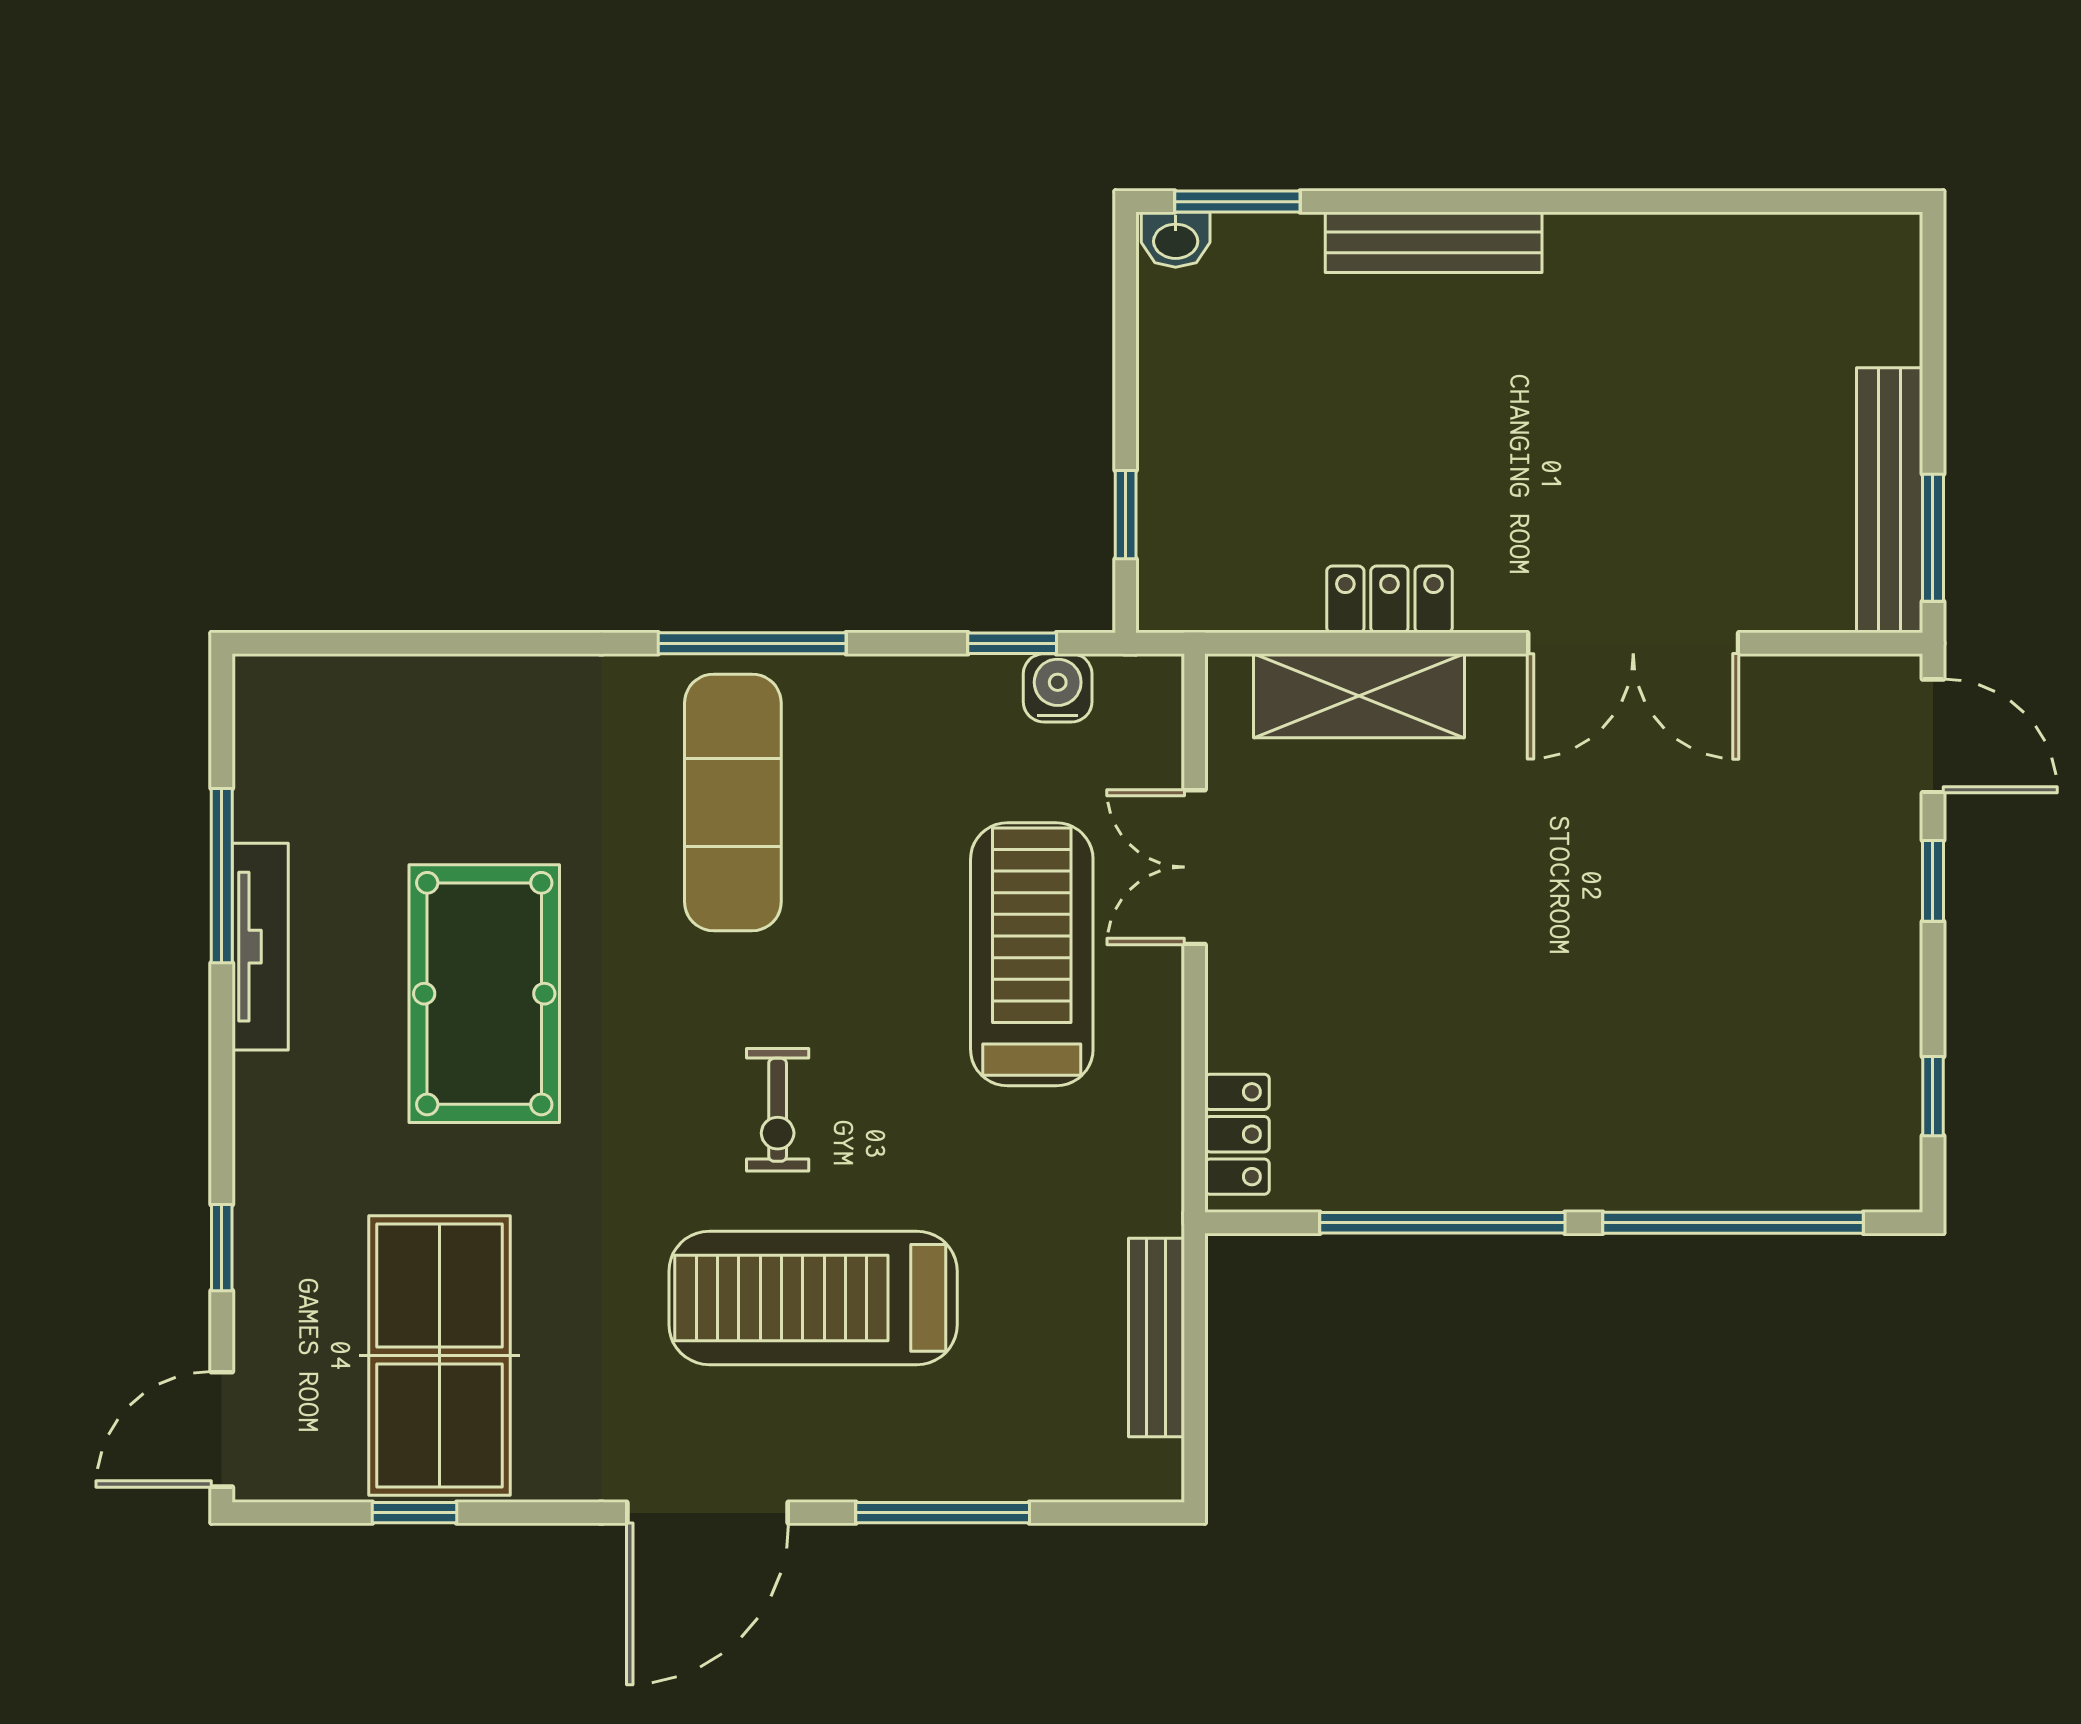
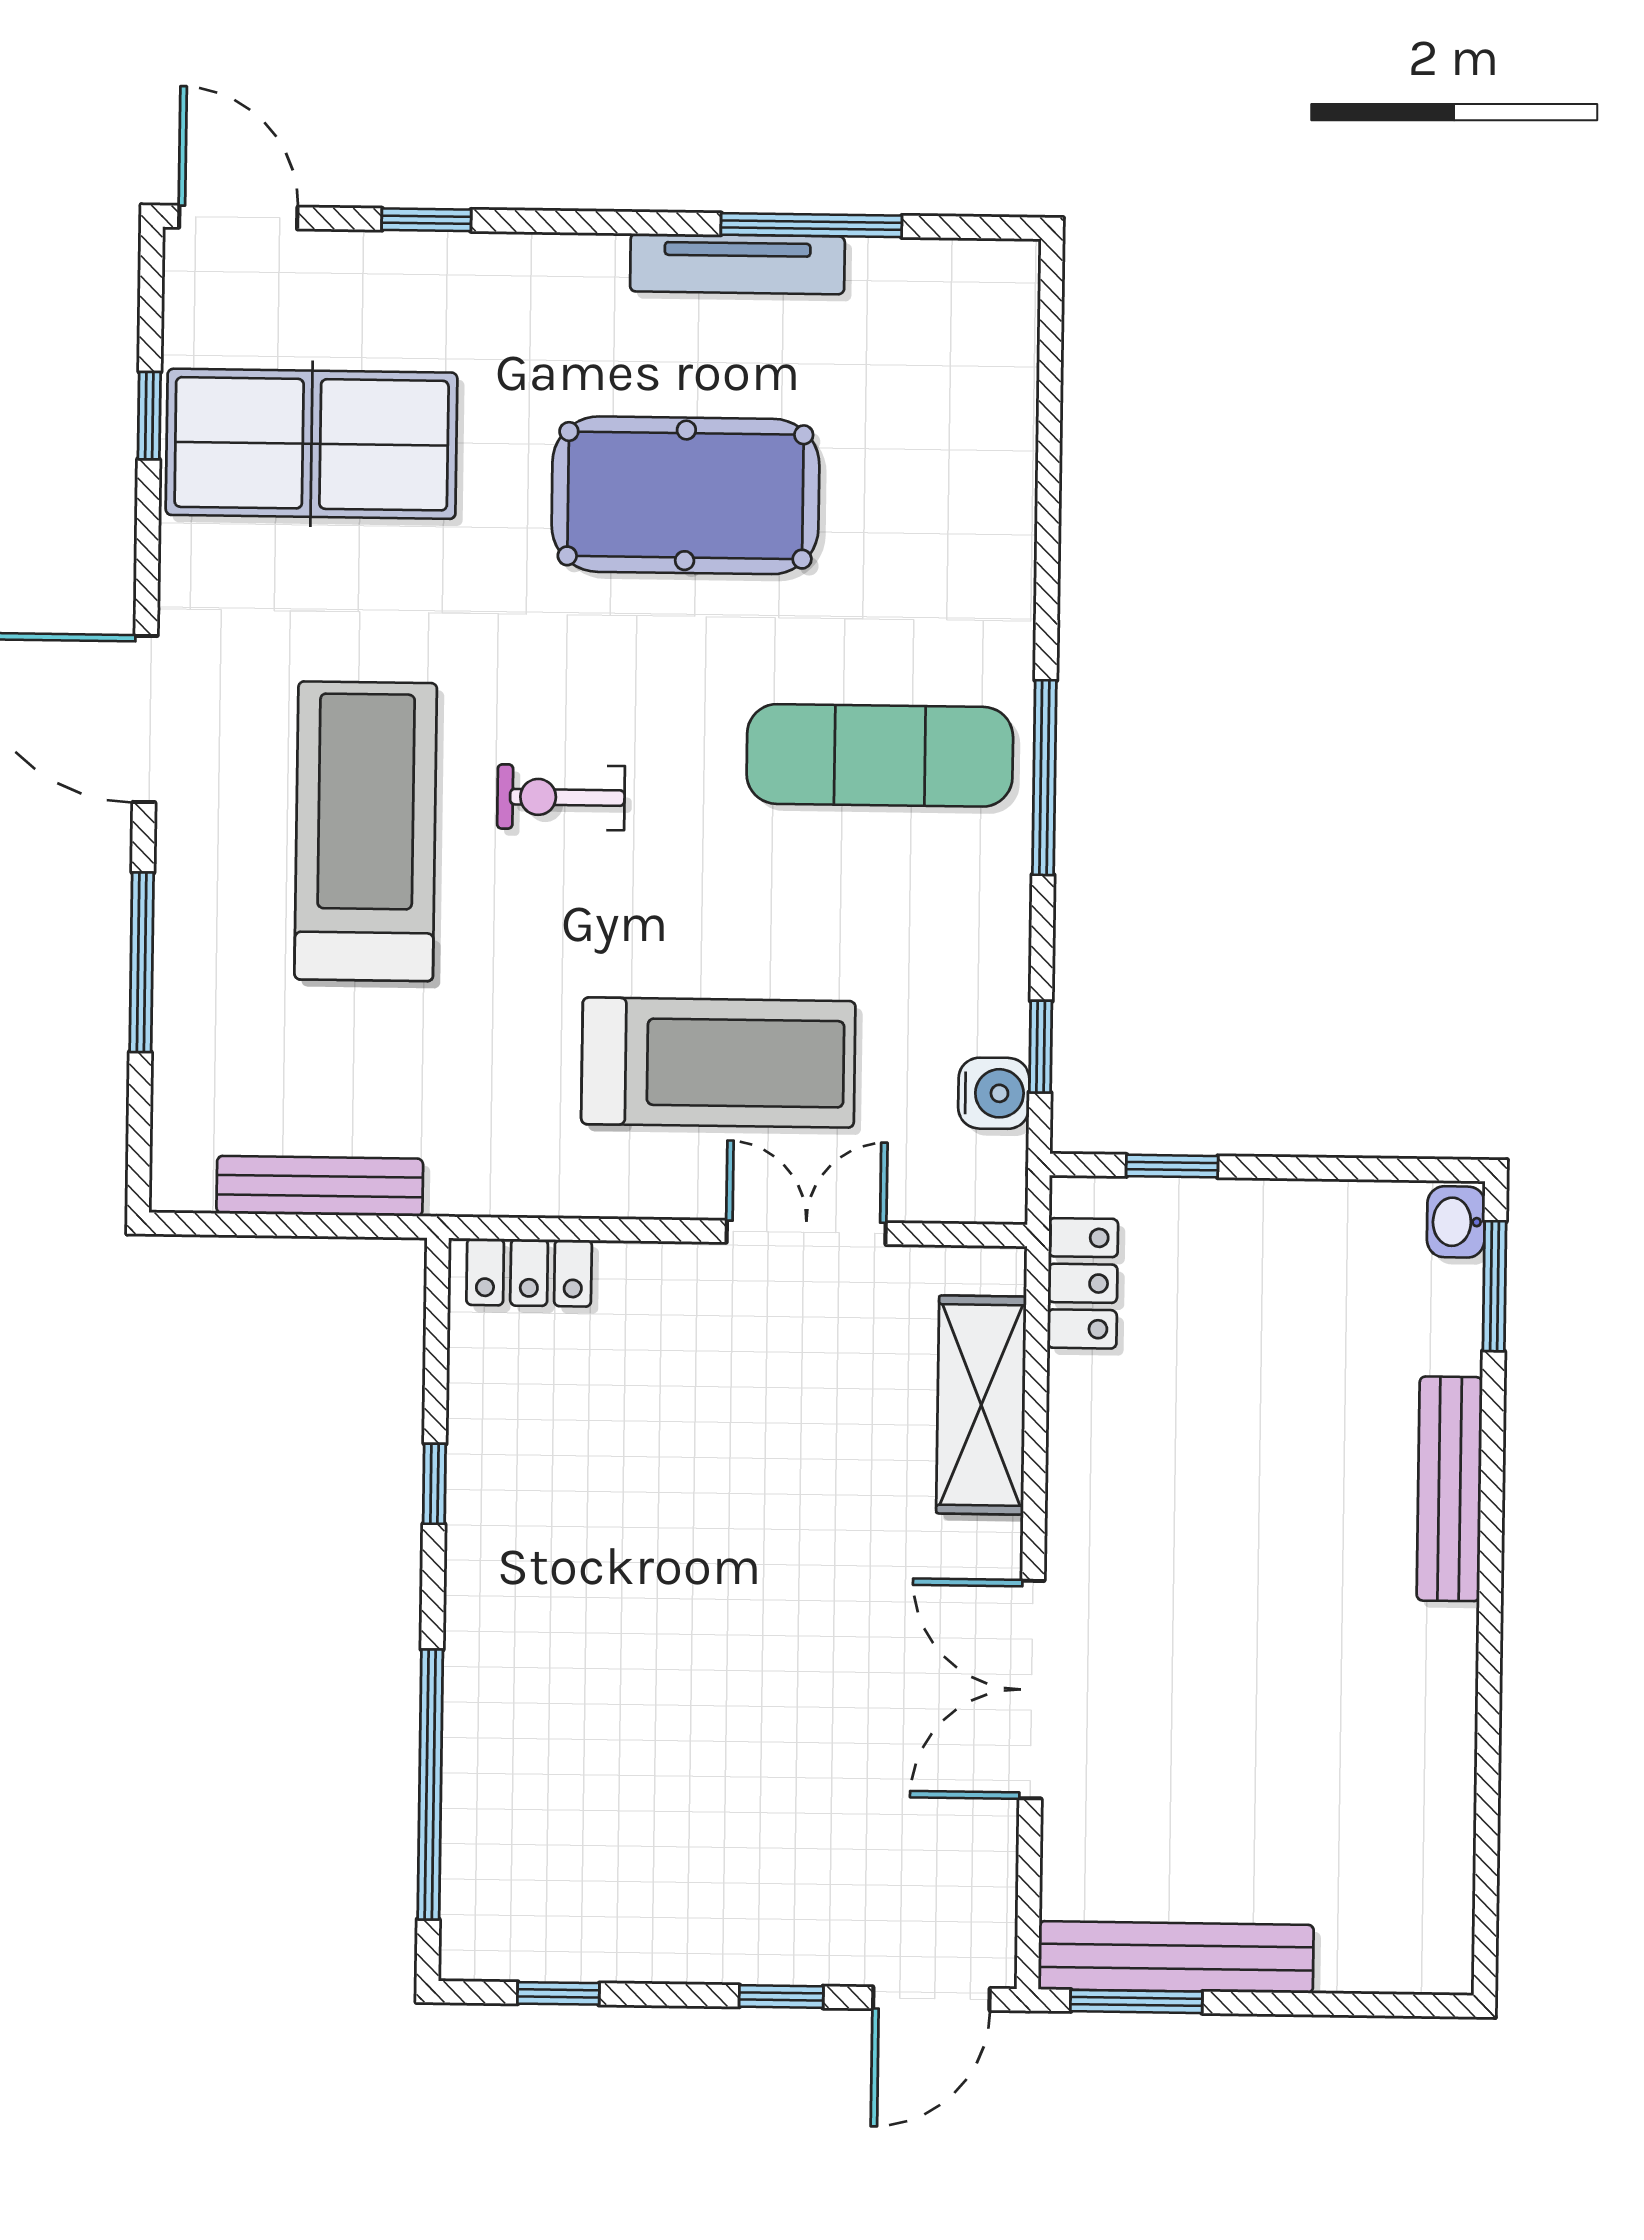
locker: (1389, 599) -> (1083, 1283), moved
window: (1442, 1223) -> (434, 1484), width x0.32

